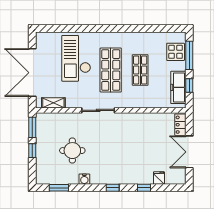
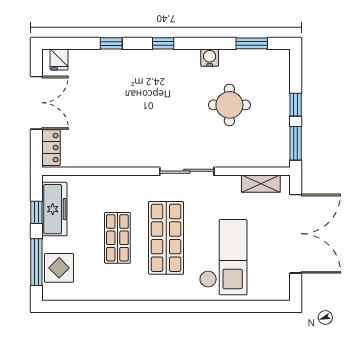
fridge: (159, 178) -> (59, 60), moved

